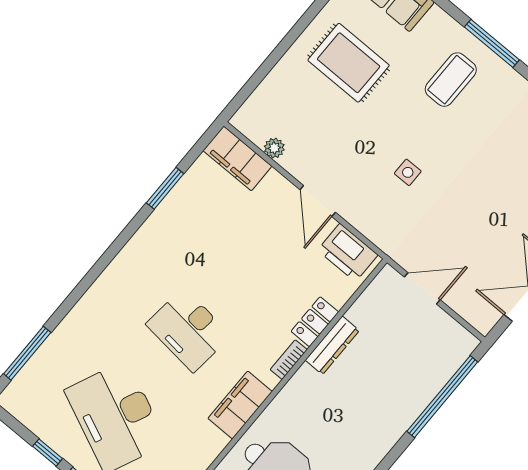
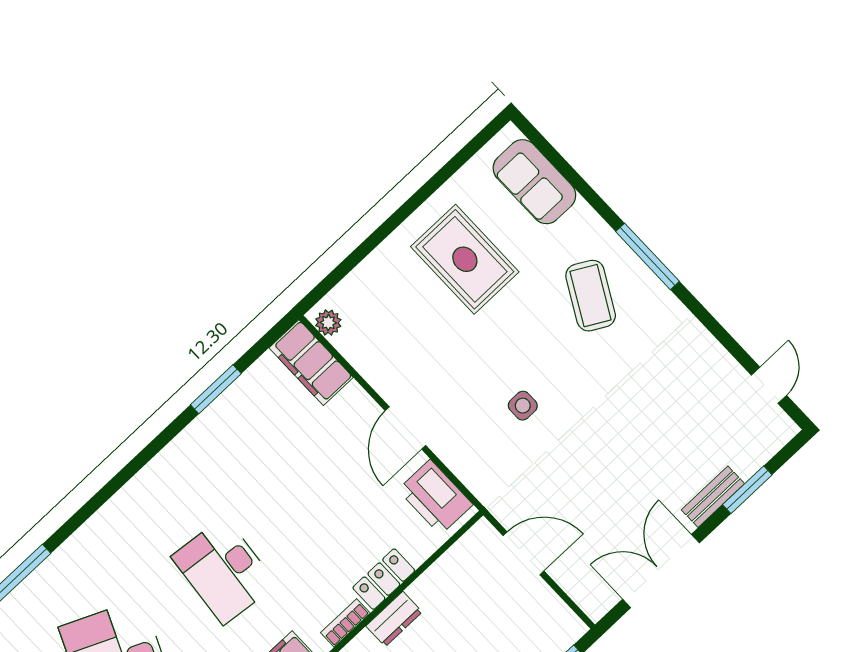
coffee table: (451, 80) -> (591, 296), turned -61
plant: (274, 148) -> (328, 323), moved
dresser: (332, 345) -> (394, 619), width x0.70

